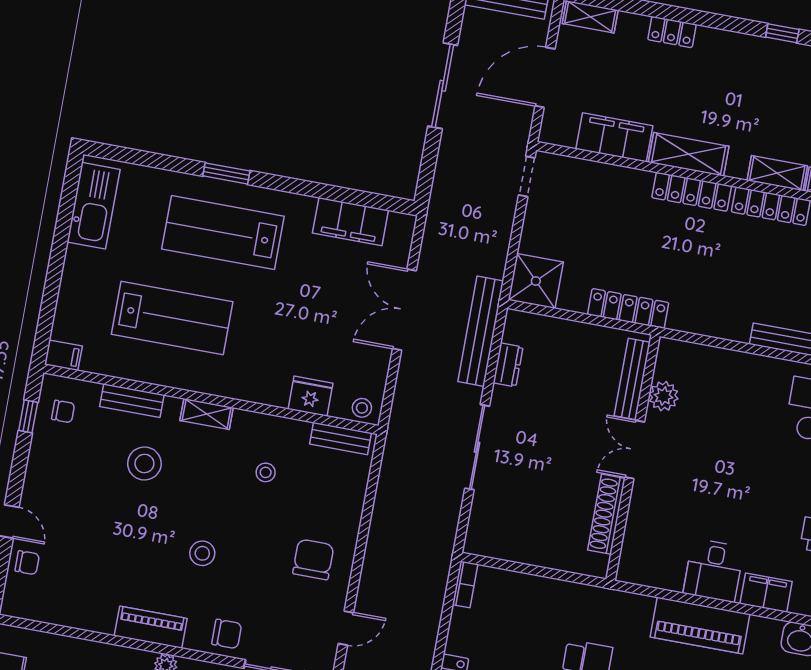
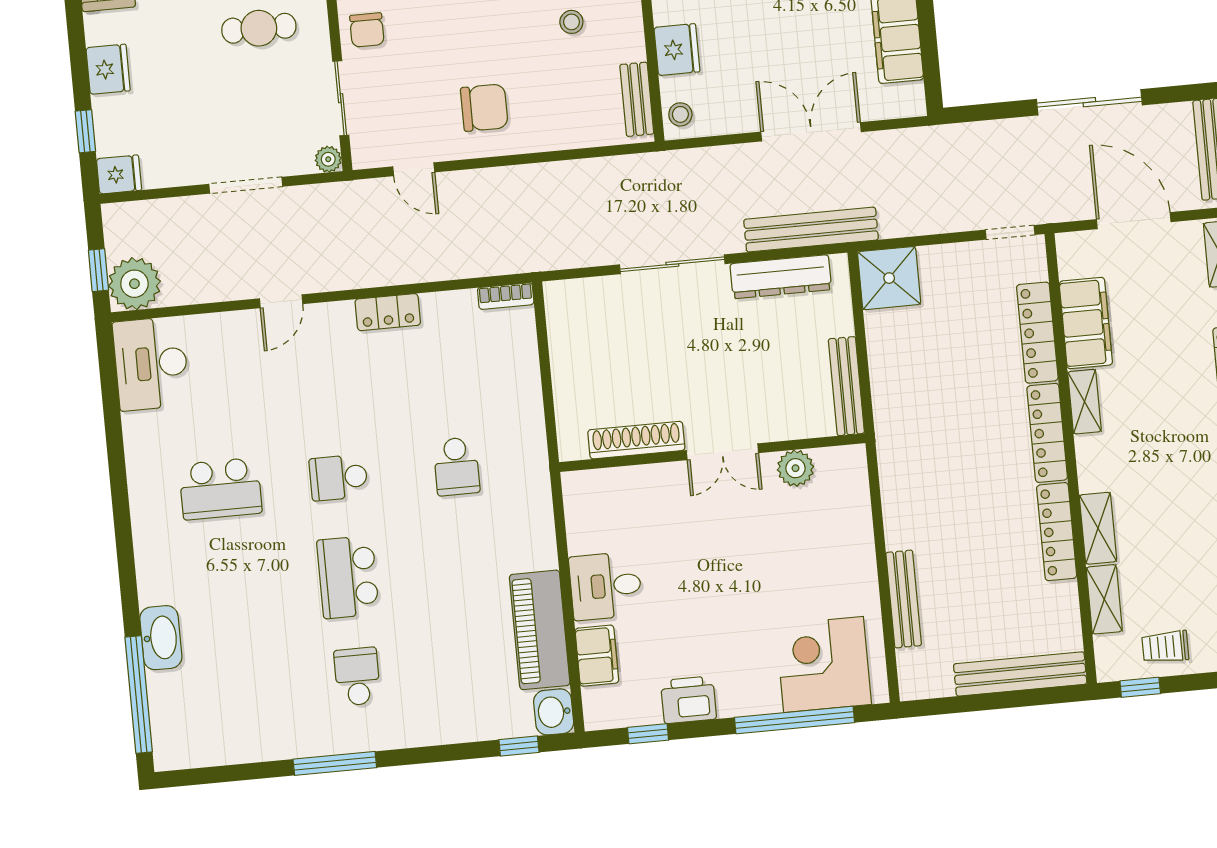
shelving: (689, 154) -> (1084, 402), width x0.67, depth x0.75
locker: (628, 309) -> (1037, 333), moved, turned 180
dresser: (508, 365) -> (781, 277), width x1.96, depth x1.24
bench: (632, 379) -> (846, 386), moved, turned 90
double door: (635, 449) -> (722, 452), swing flipped
piano: (700, 625) -> (540, 630), moved

